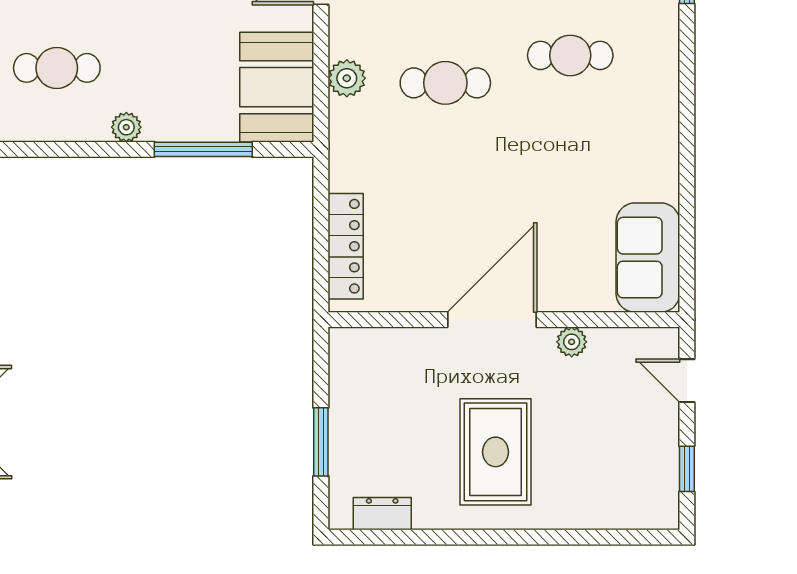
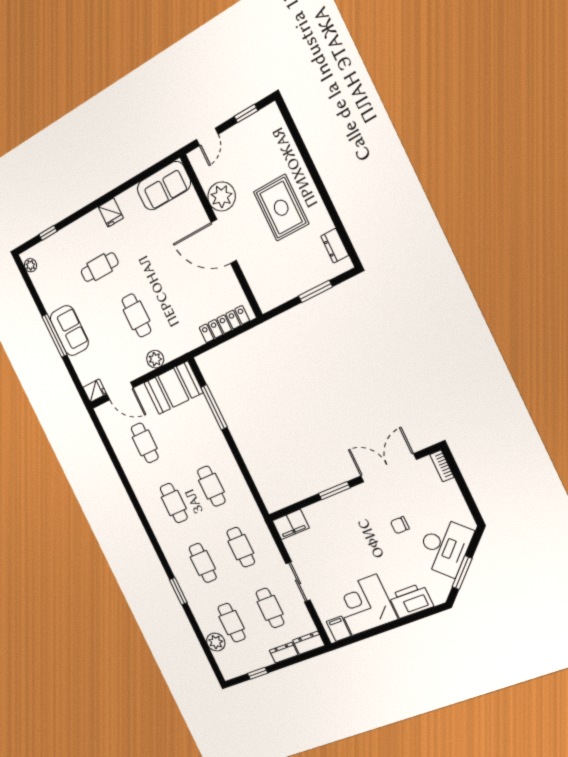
cafe table: (570, 55) -> (100, 267), turned 90
plant: (126, 127) -> (221, 445), removed
fridge: (656, 131) -> (111, 212), added
plant: (572, 342) -> (222, 197), width x1.88, depth x1.88
rug: (496, 452) -> (281, 208), turned 90

